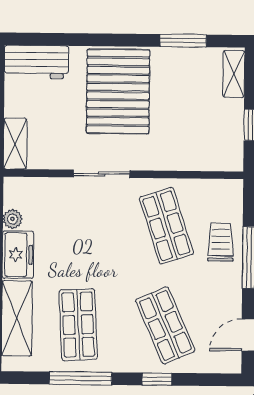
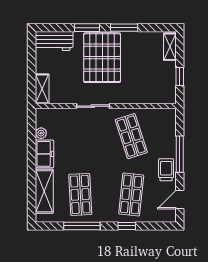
window: (93, 40) -> (87, 28), added
window: (183, 41) -> (124, 28), moved
trolley: (221, 242) -> (166, 170), moved
shop shelf: (165, 325) -> (131, 194), turned 30

